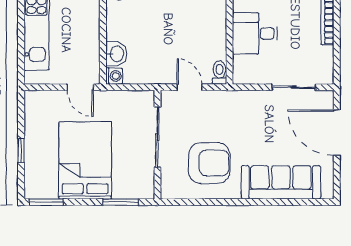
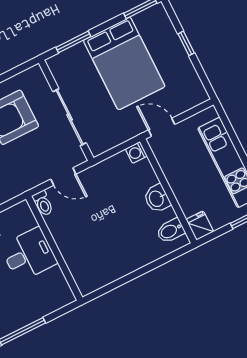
washbasin: (116, 54) -> (157, 198), moved

